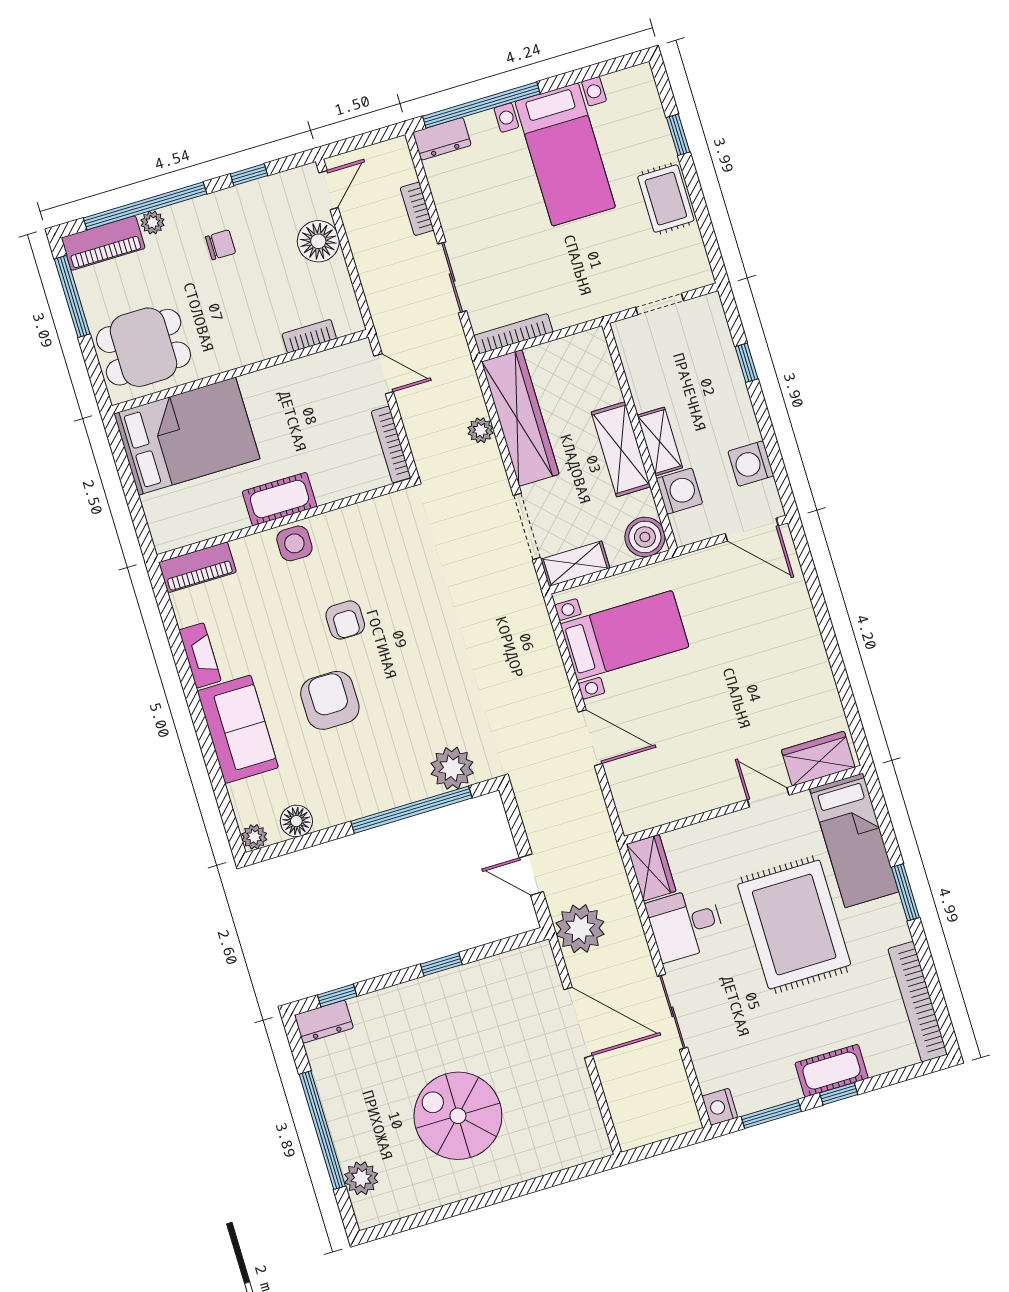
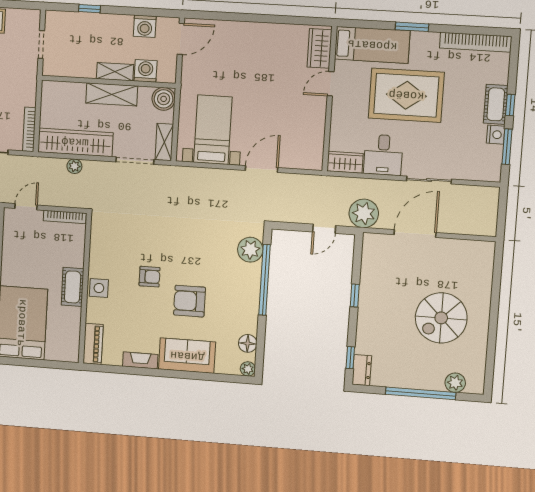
nightstand: (720, 1107) -> (496, 135), moved, turned -90

